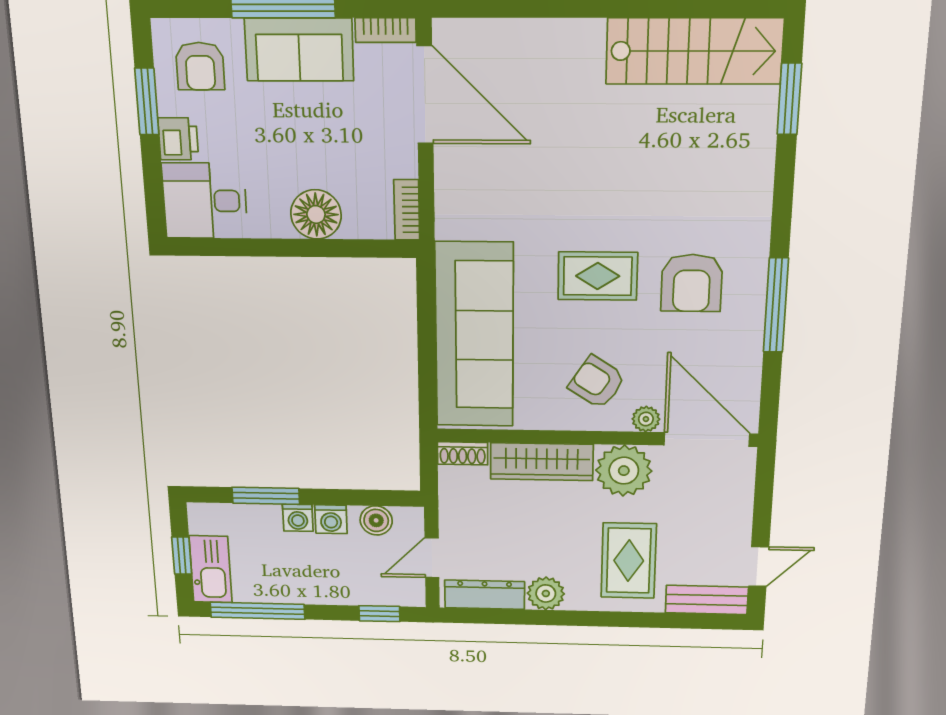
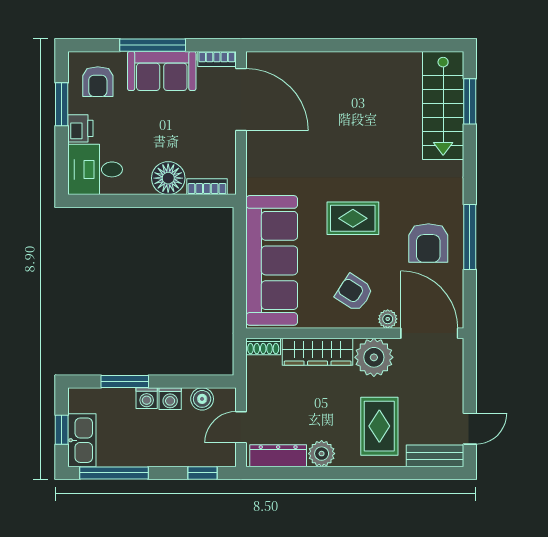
stairs: (694, 51) -> (443, 105), moved, turned 90
bookcase: (407, 210) -> (207, 187), moved, turned 90
armchair: (692, 283) -> (428, 243), moved

